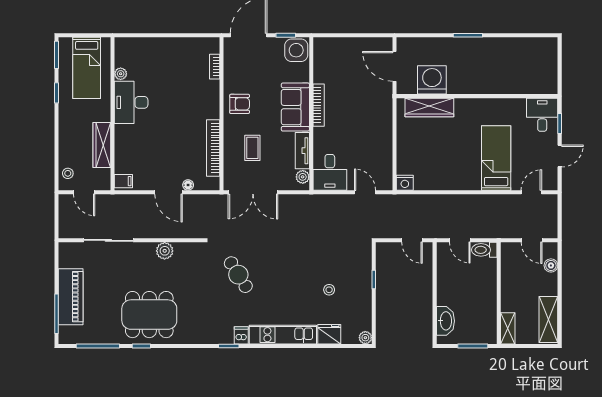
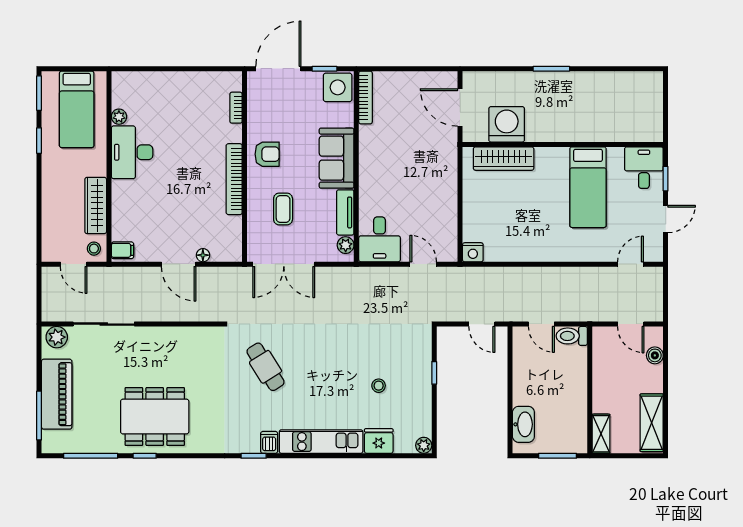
bookcase: (319, 105) -> (366, 98), moved
bookcase: (213, 148) -> (234, 179), moved
bed: (496, 158) -> (588, 187), moved, turned 180
stool: (68, 173) -> (94, 249), moved
plant: (165, 251) -> (57, 337), moved

